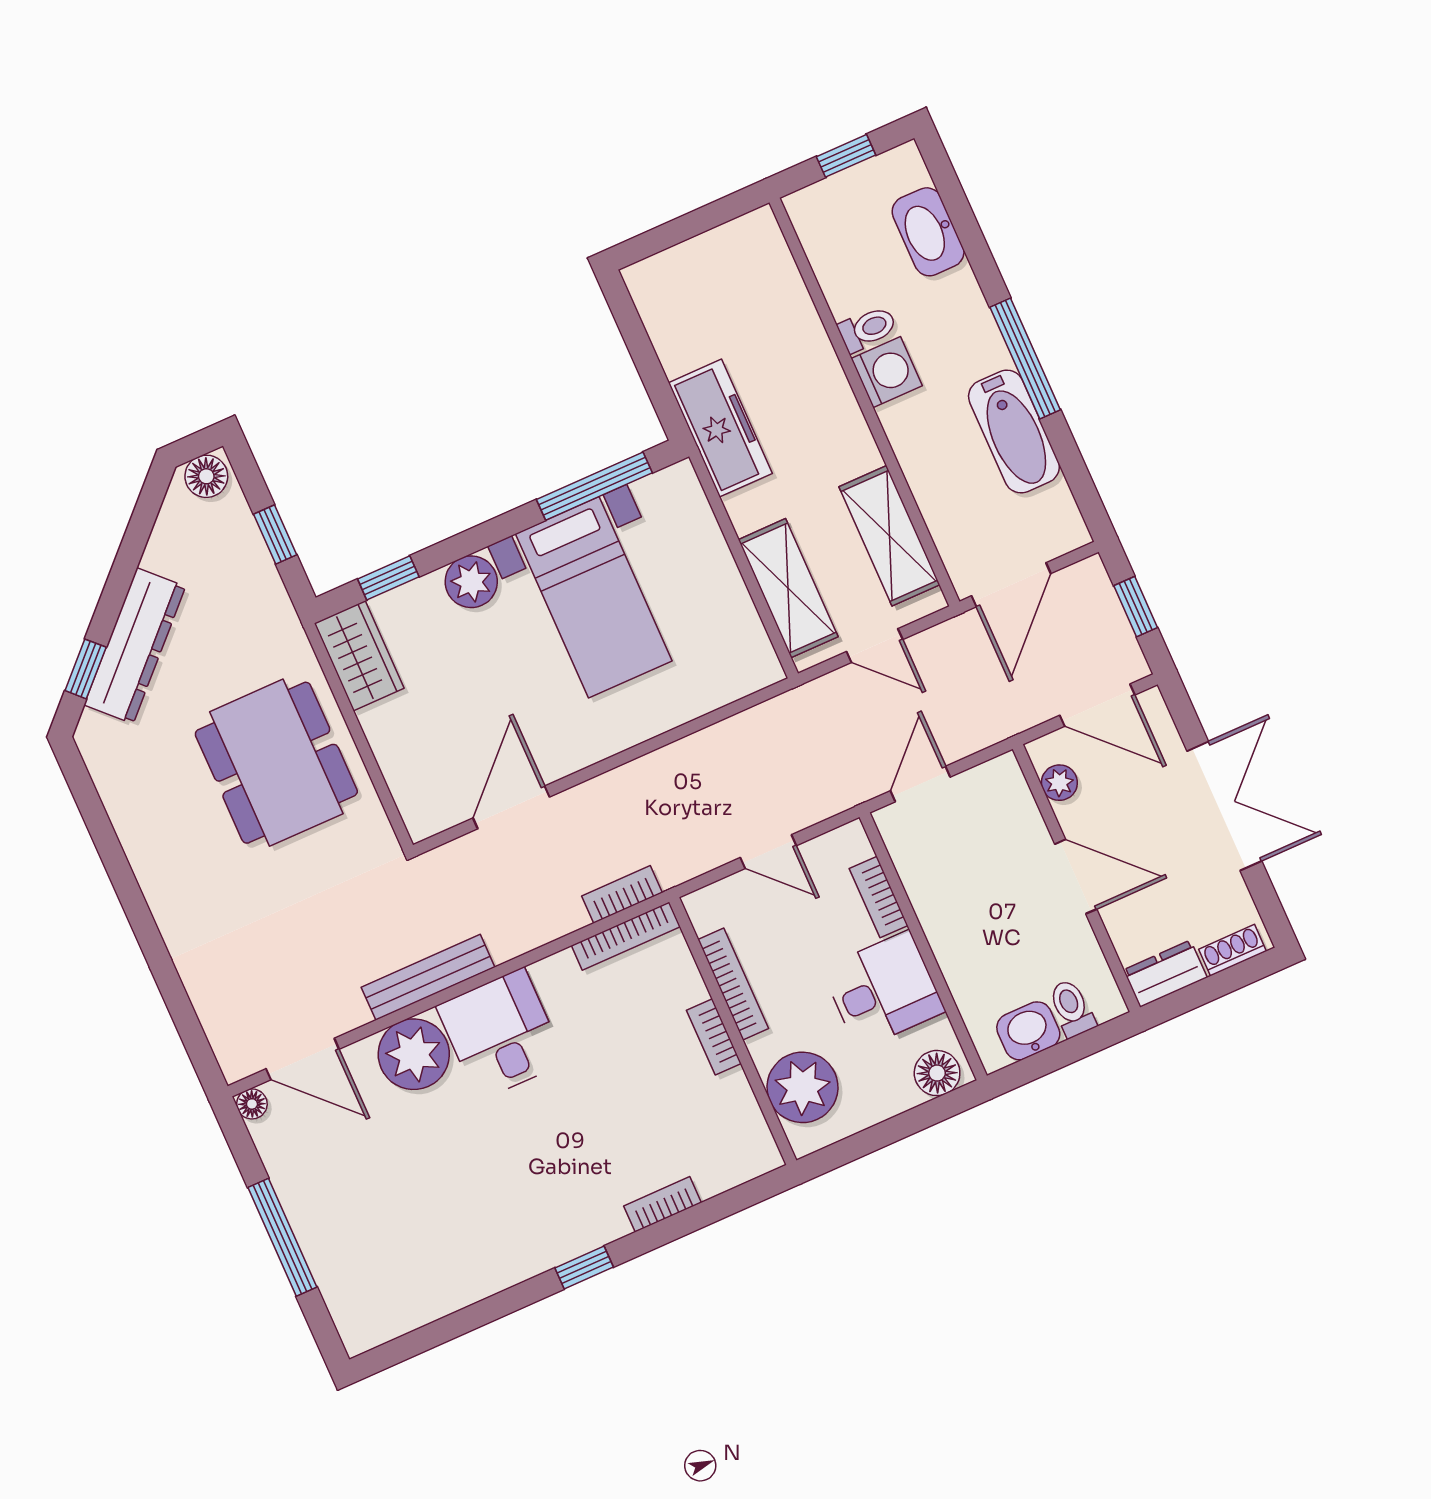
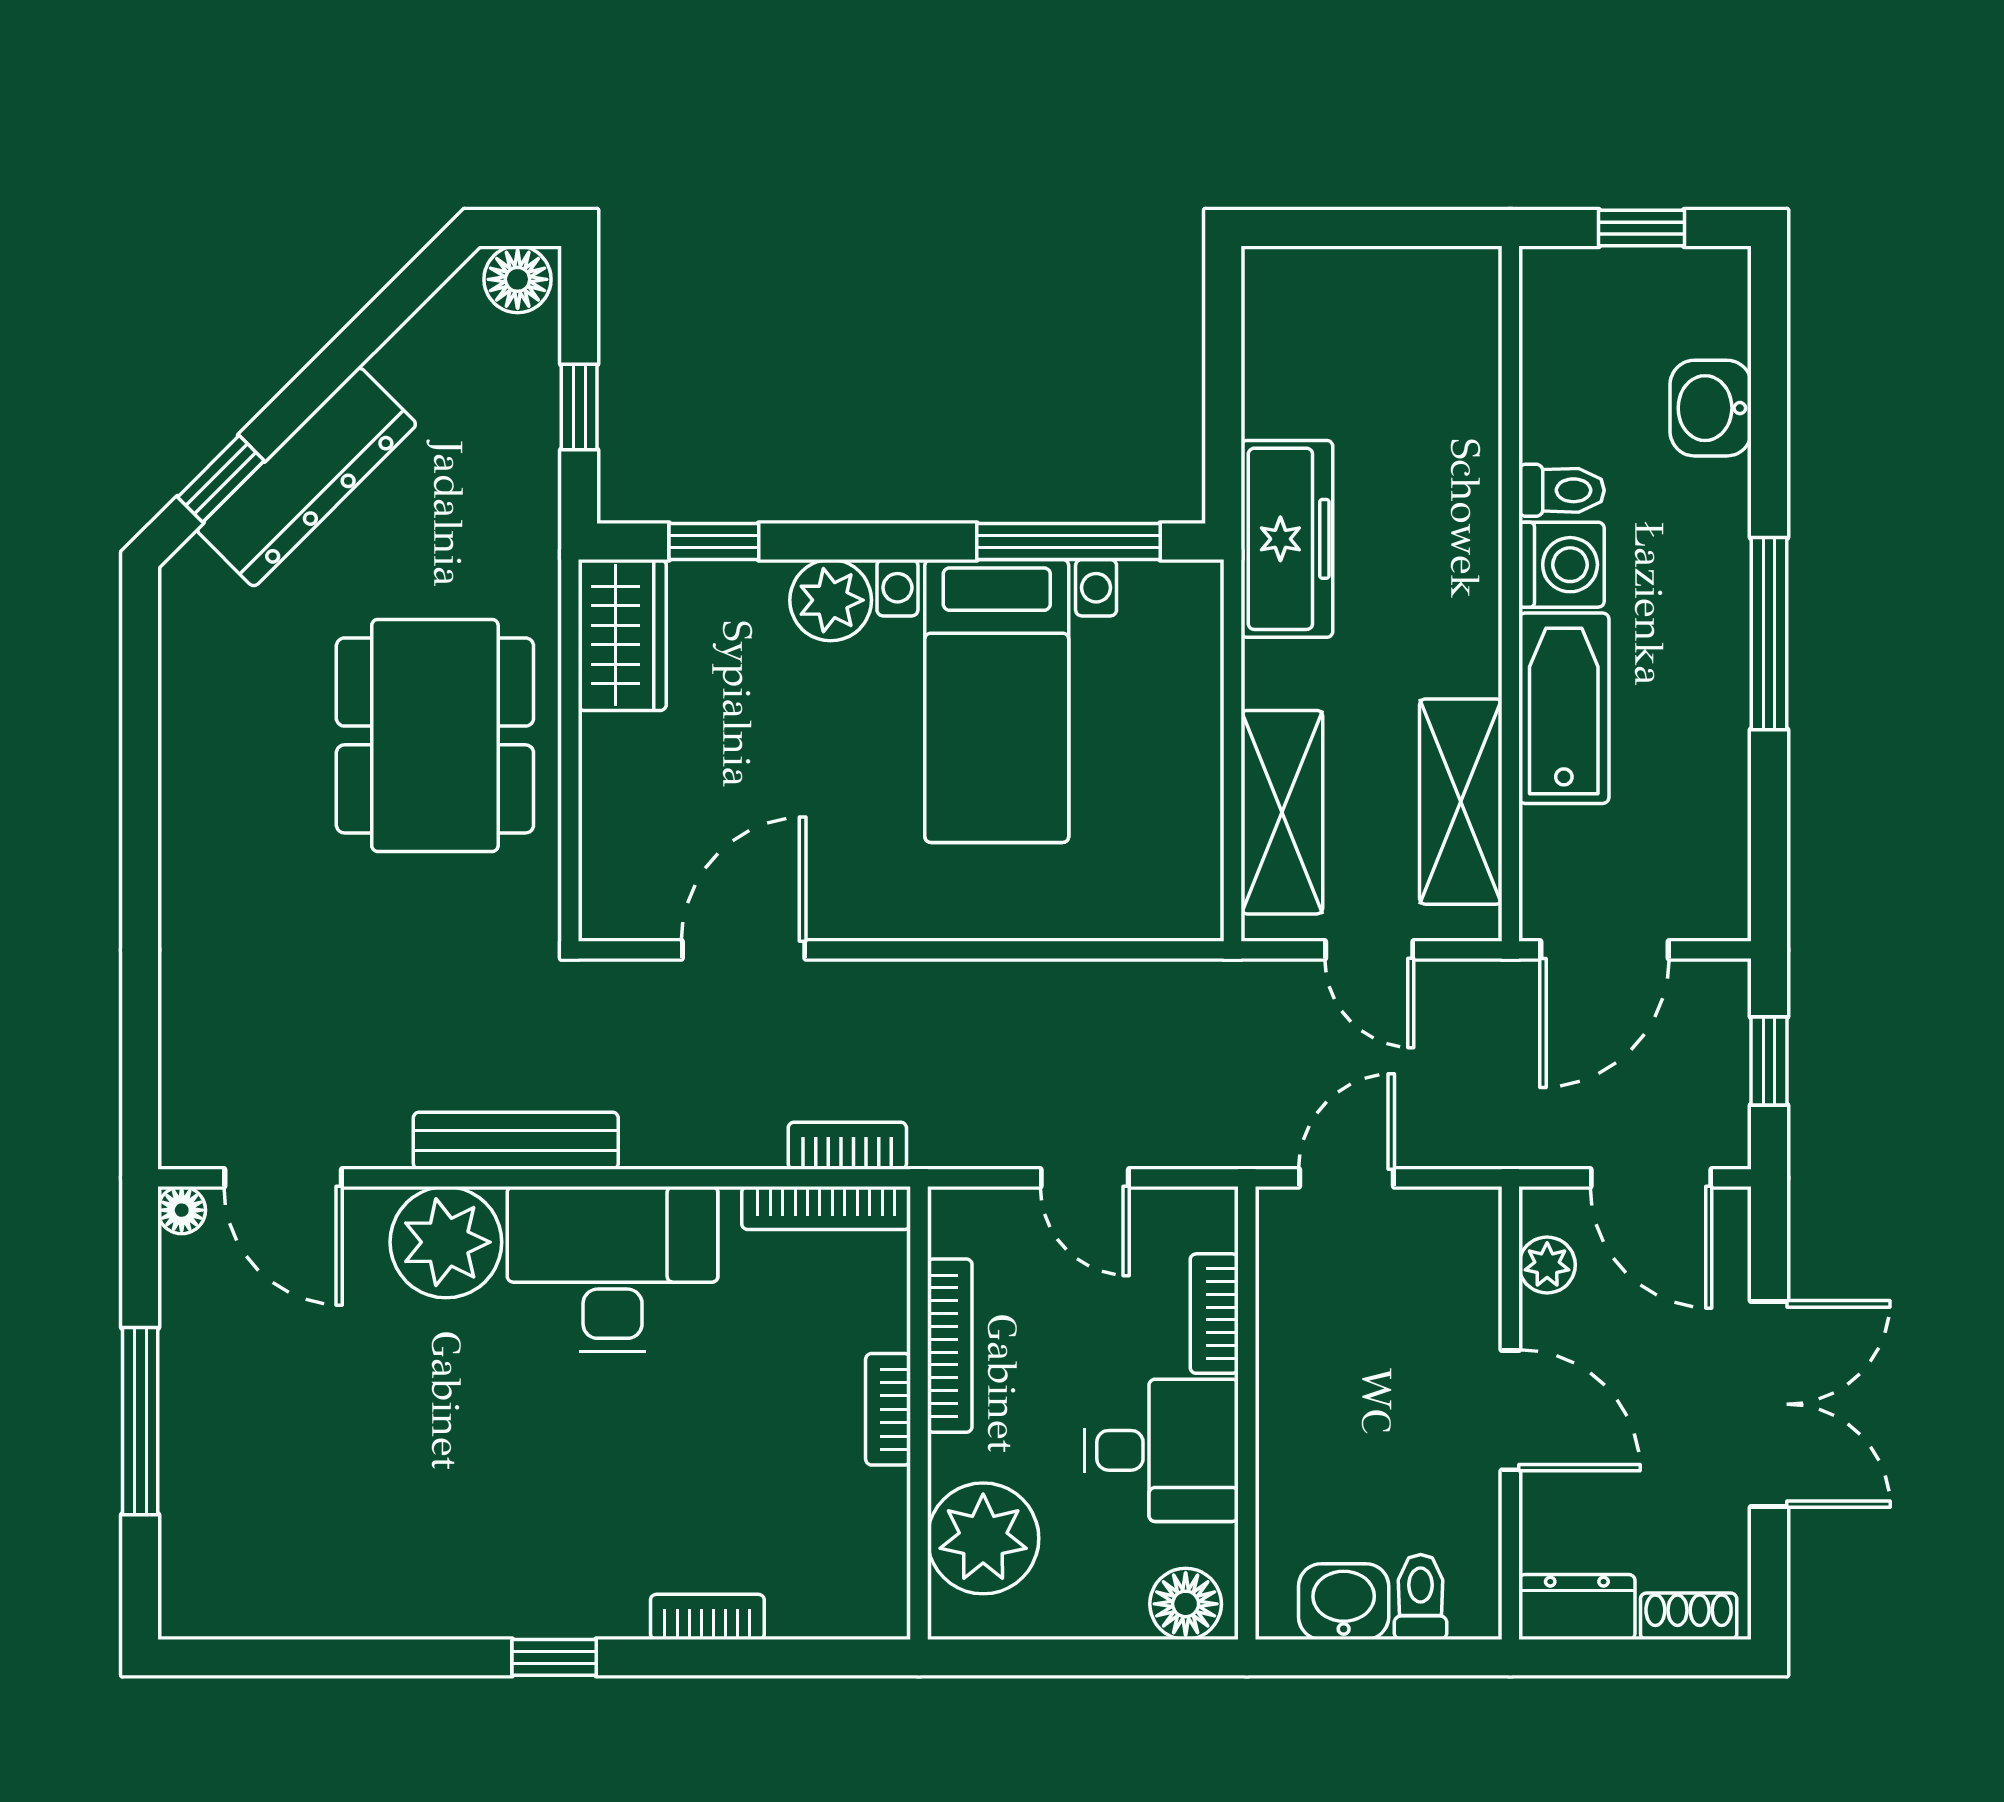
washbasin: (928, 232) -> (1711, 408), width x0.72
bathtub: (1014, 432) -> (1564, 708), moved, turned 180
desk: (501, 1034) -> (613, 1269), width x1.37

